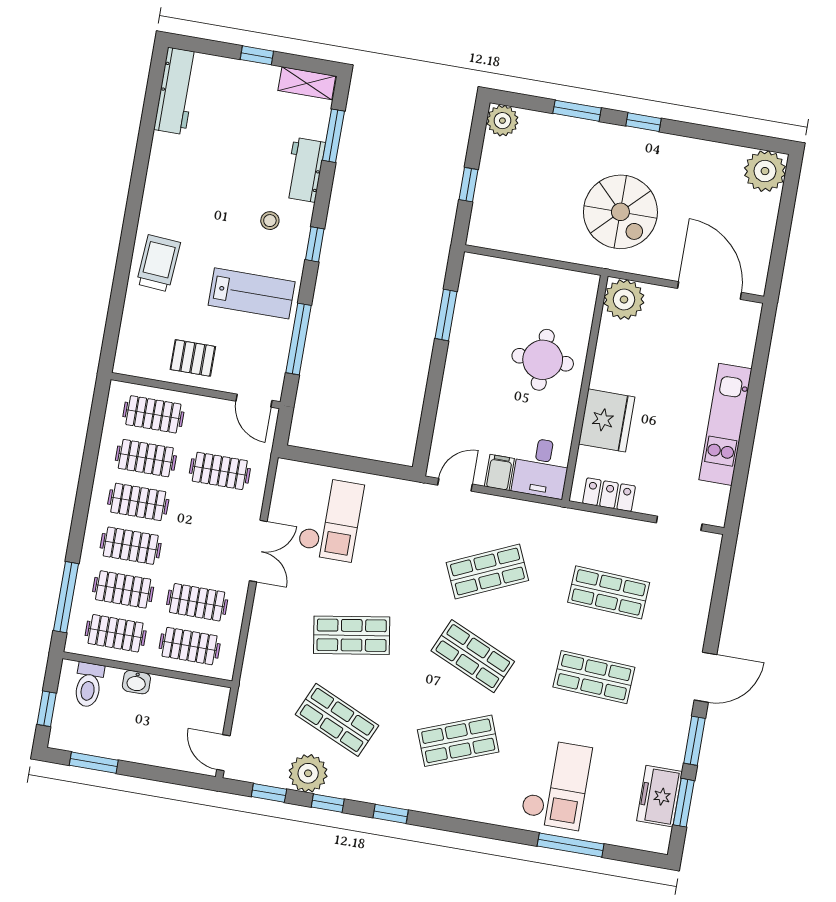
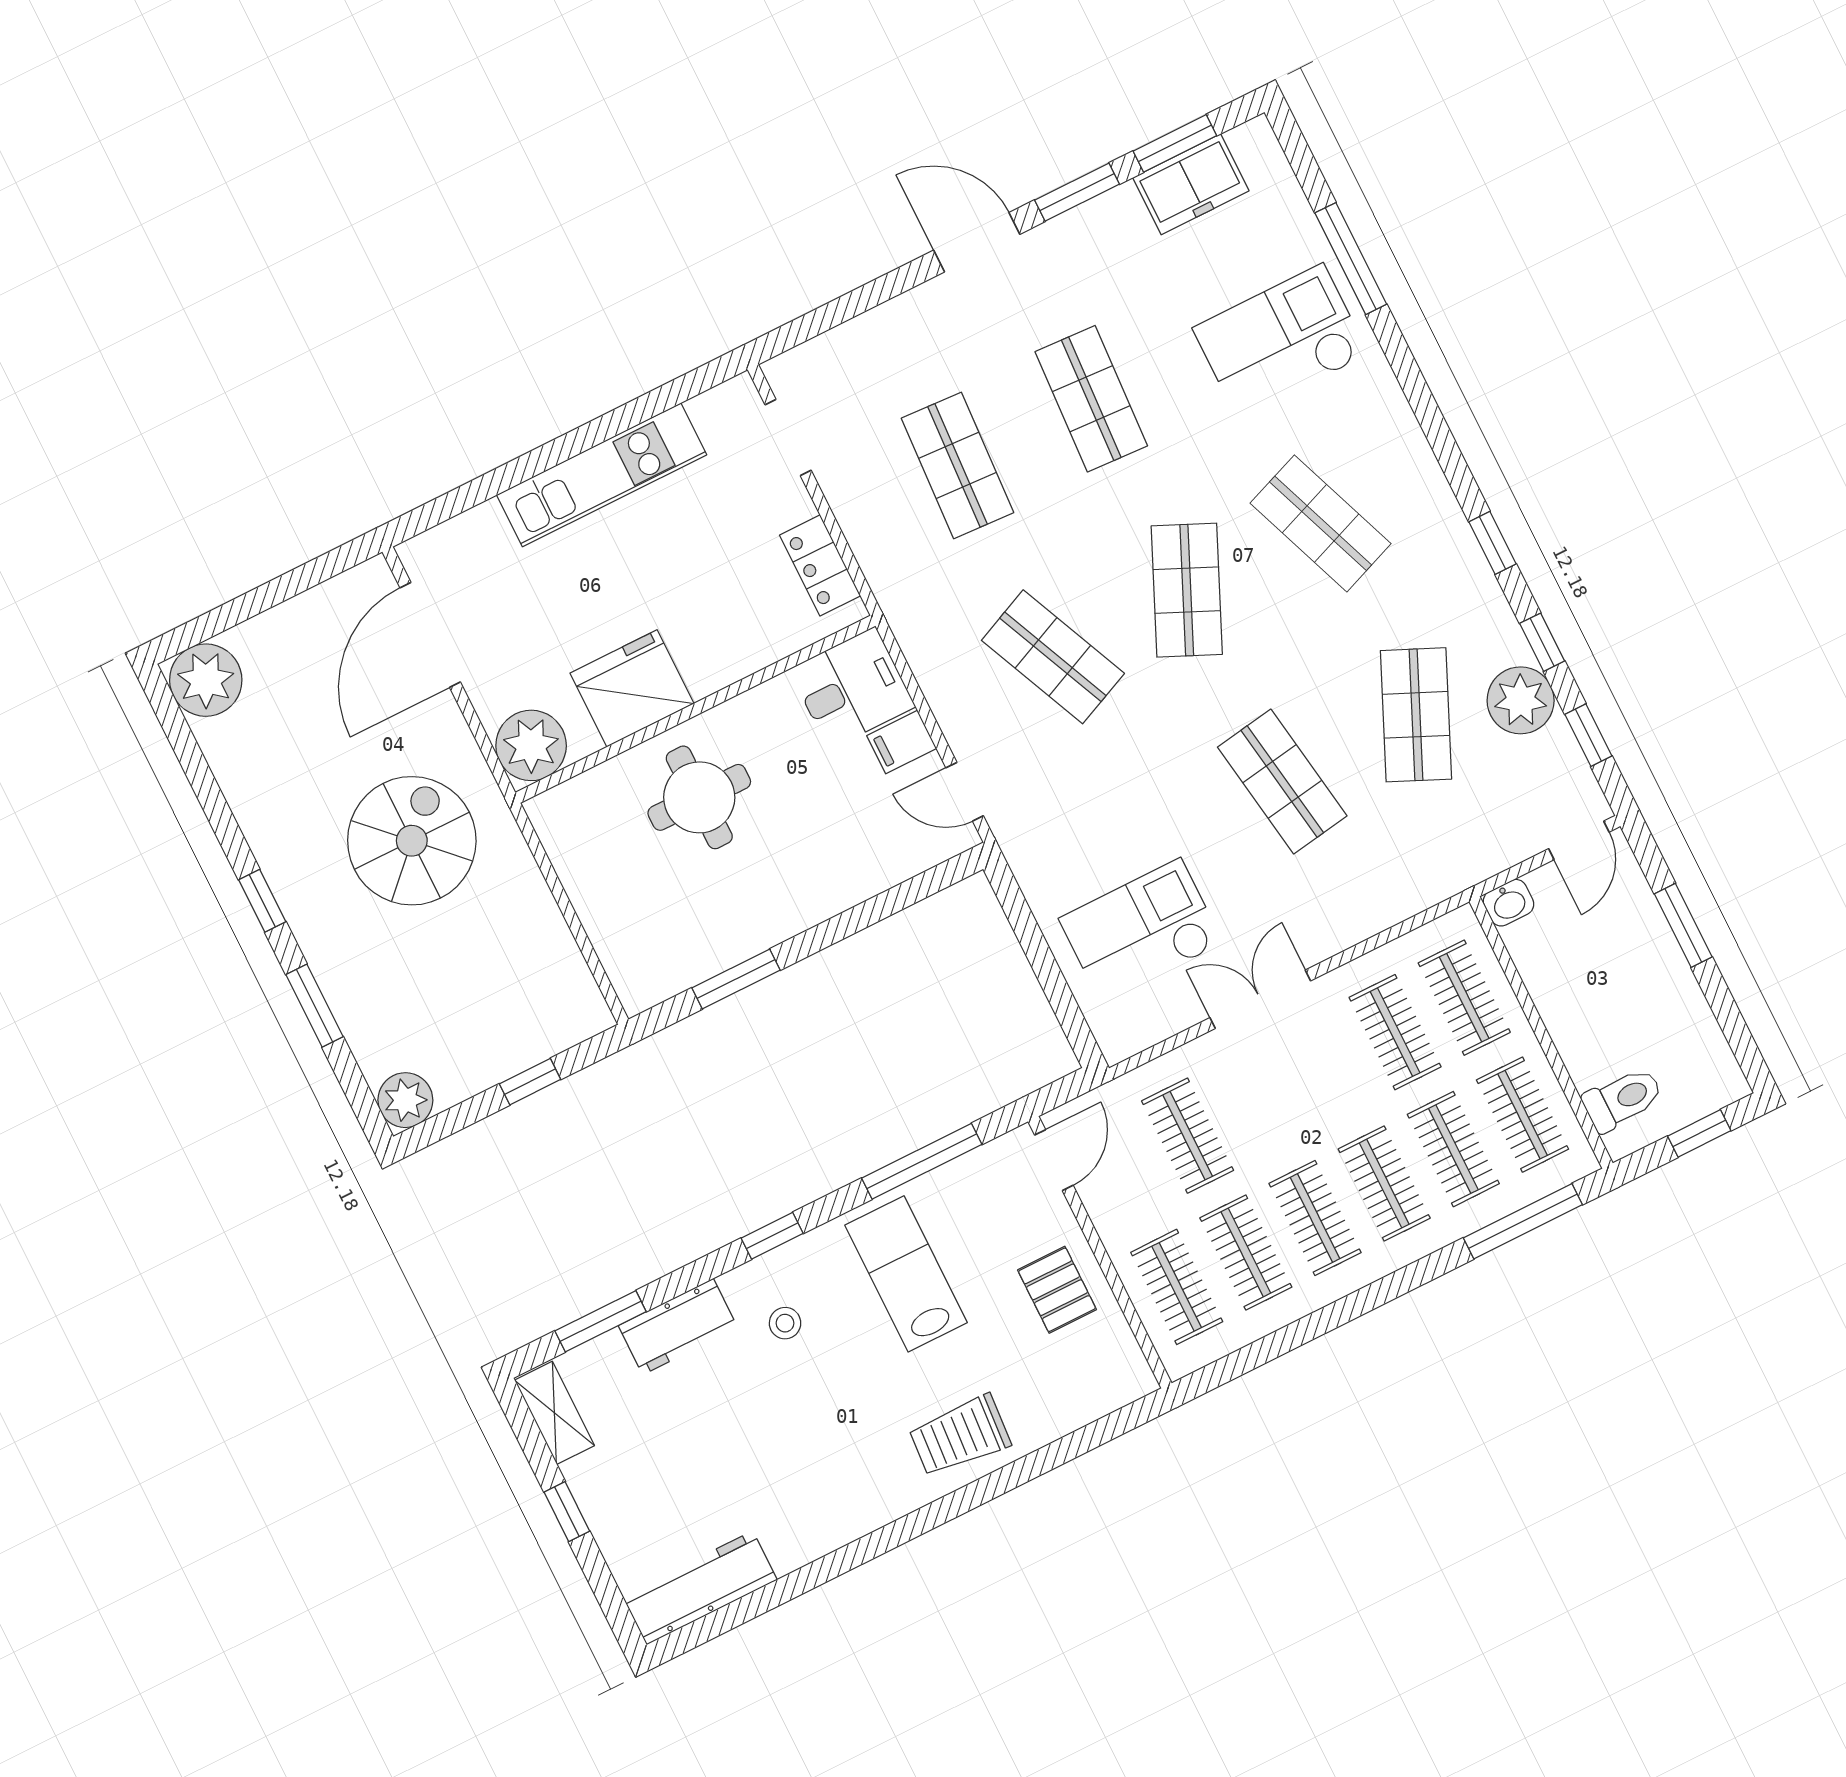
fridge: (607, 420) -> (632, 688), moved
washbasin: (136, 682) -> (1508, 903), moved, turned 90
window: (94, 763) -> (1683, 925), moved

